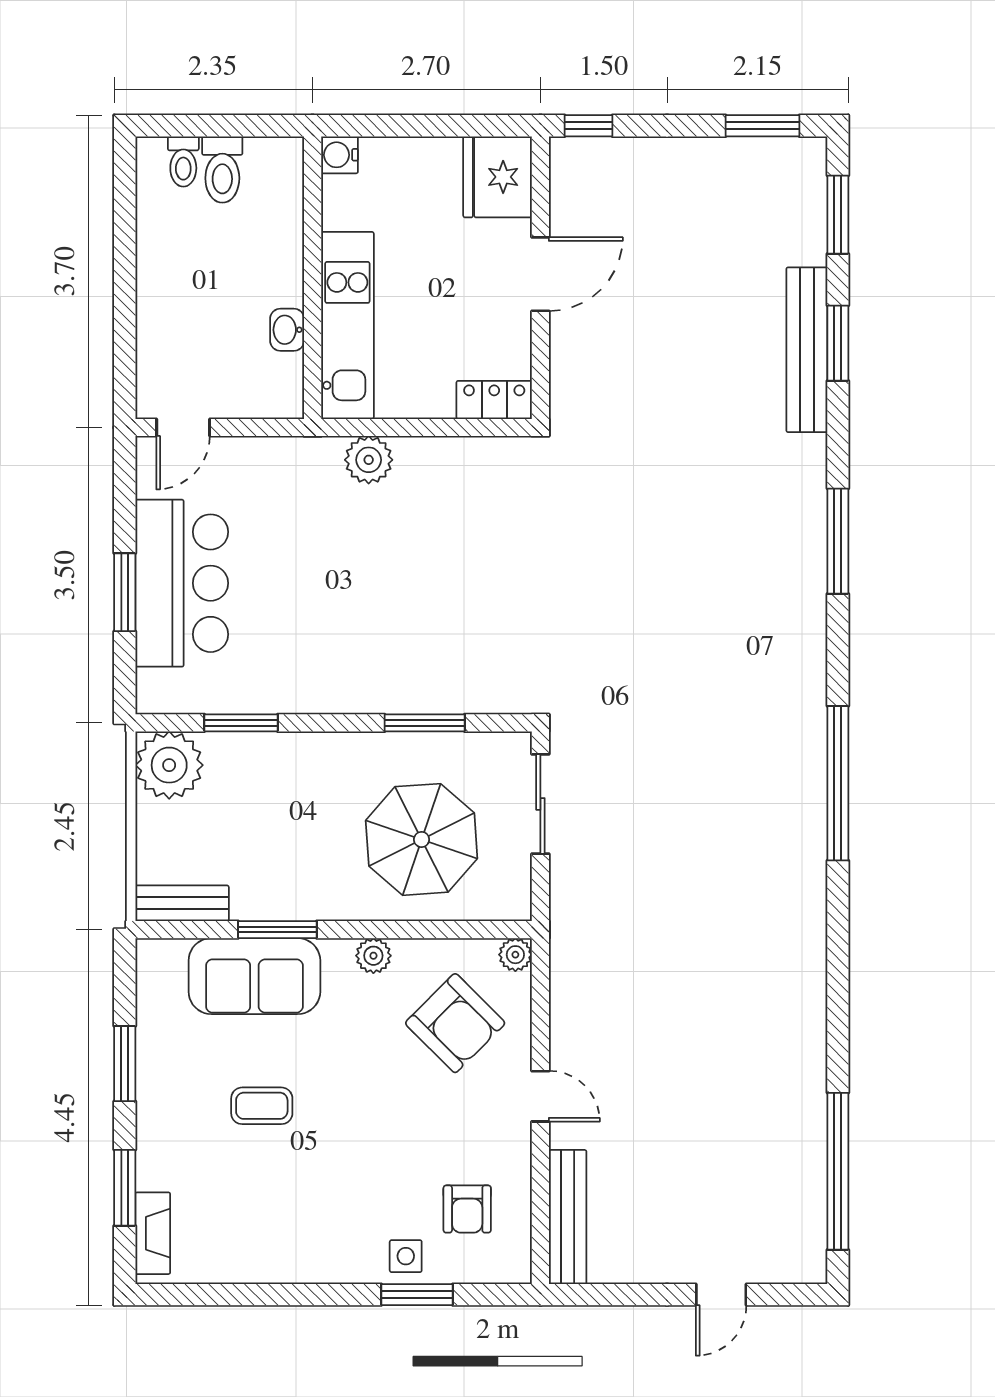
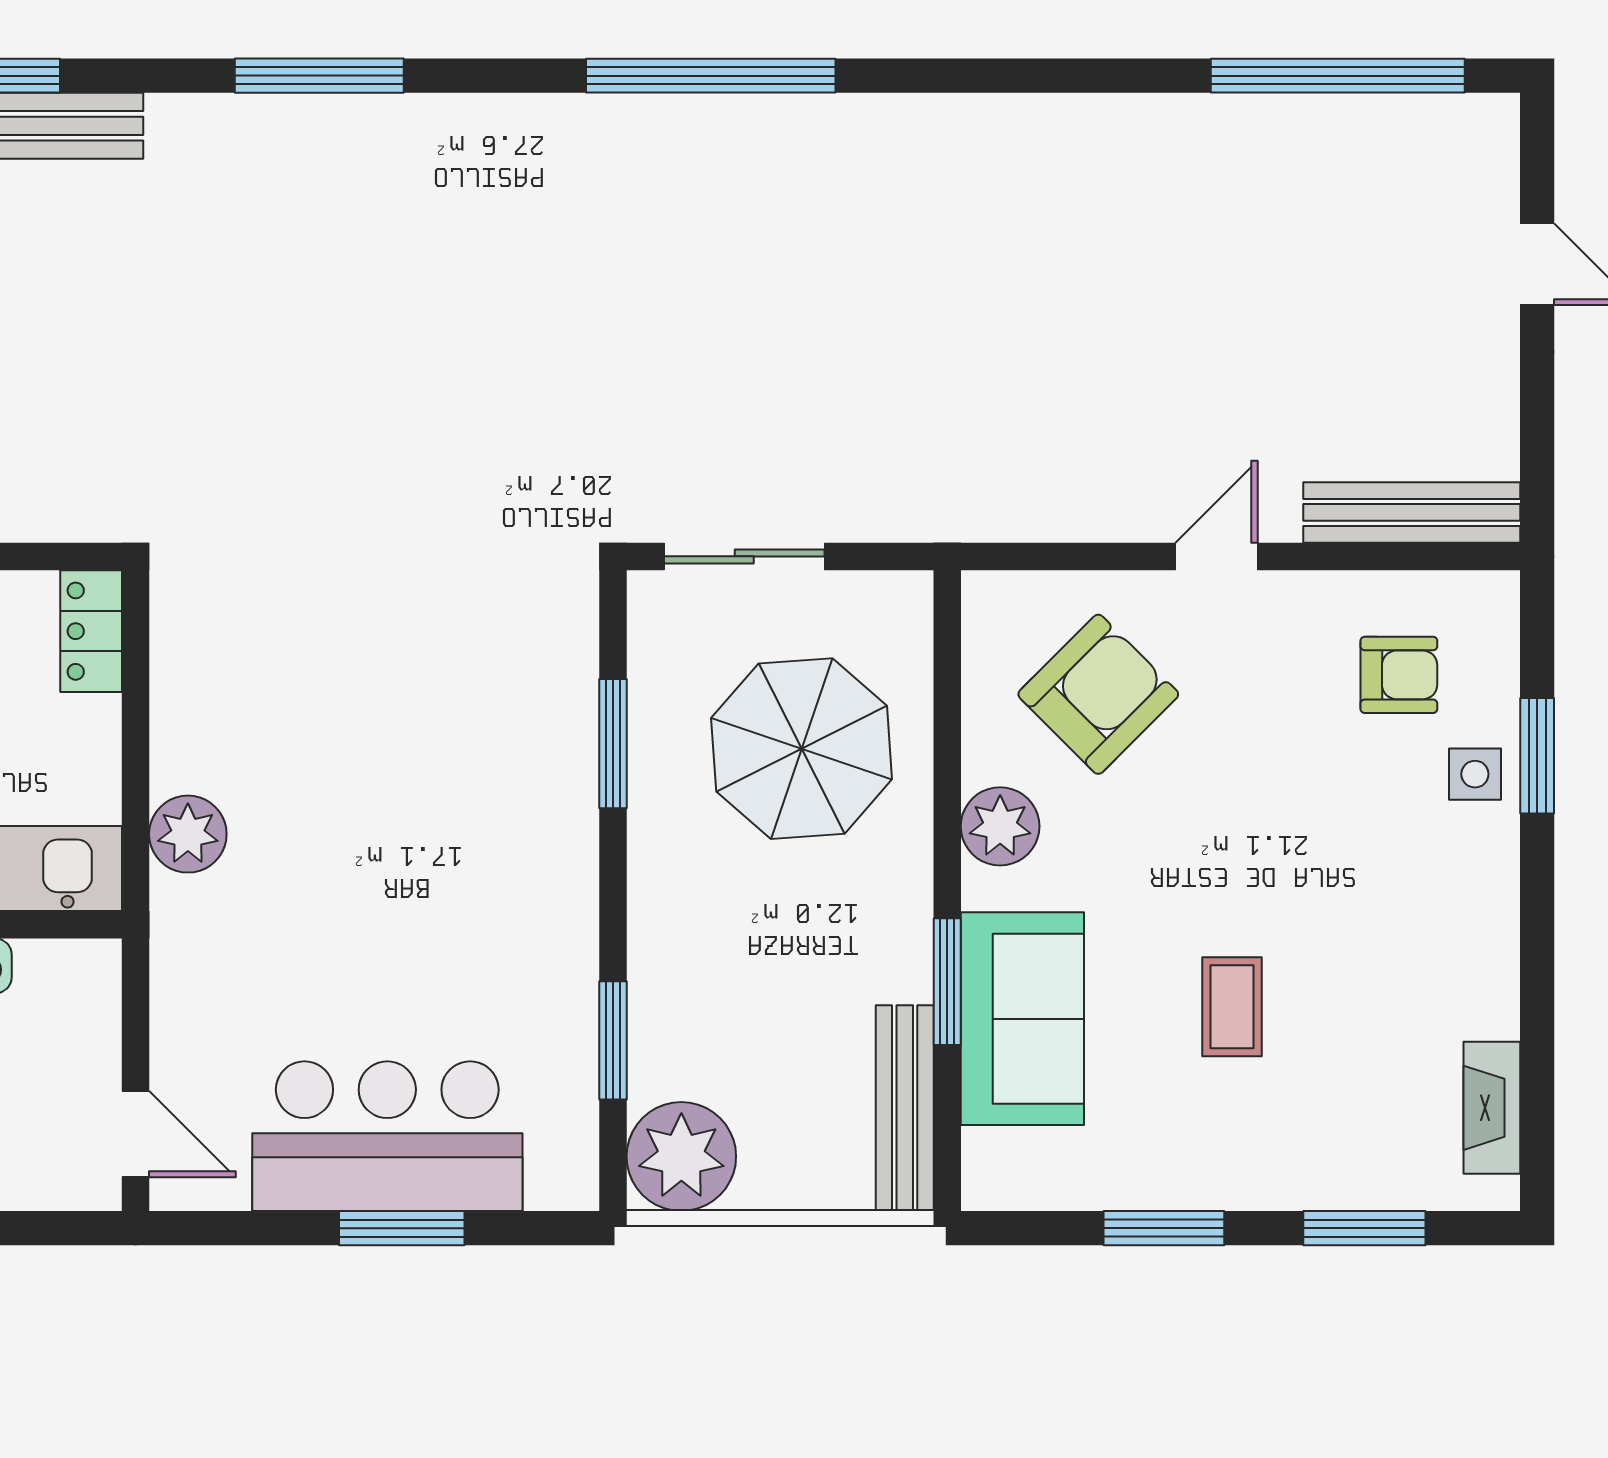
bench: (182, 903) -> (905, 1108), width x1.36
plant: (515, 955) -> (988, 597), removed
plant: (373, 956) -> (1000, 826), width x1.38, depth x1.38
fireplace: (153, 1233) -> (1492, 1108), moved, turned -90

